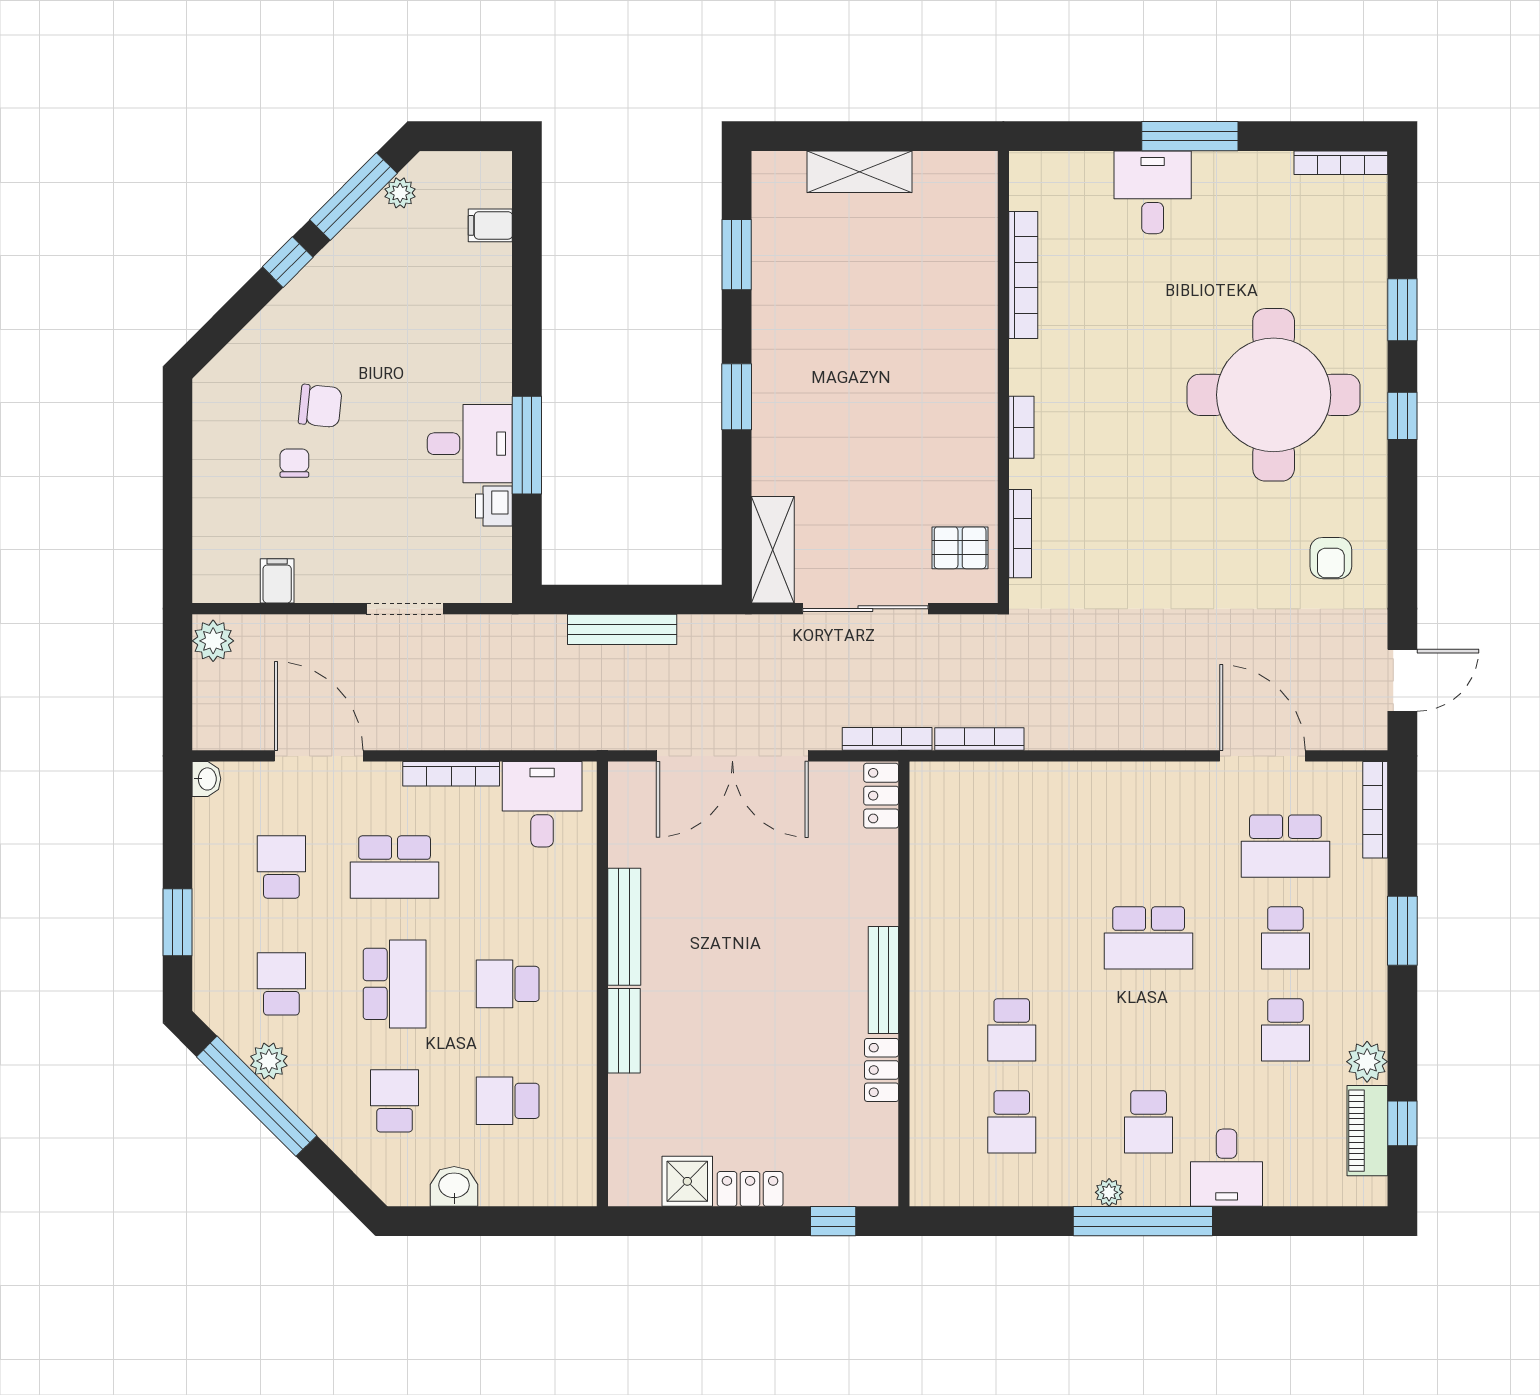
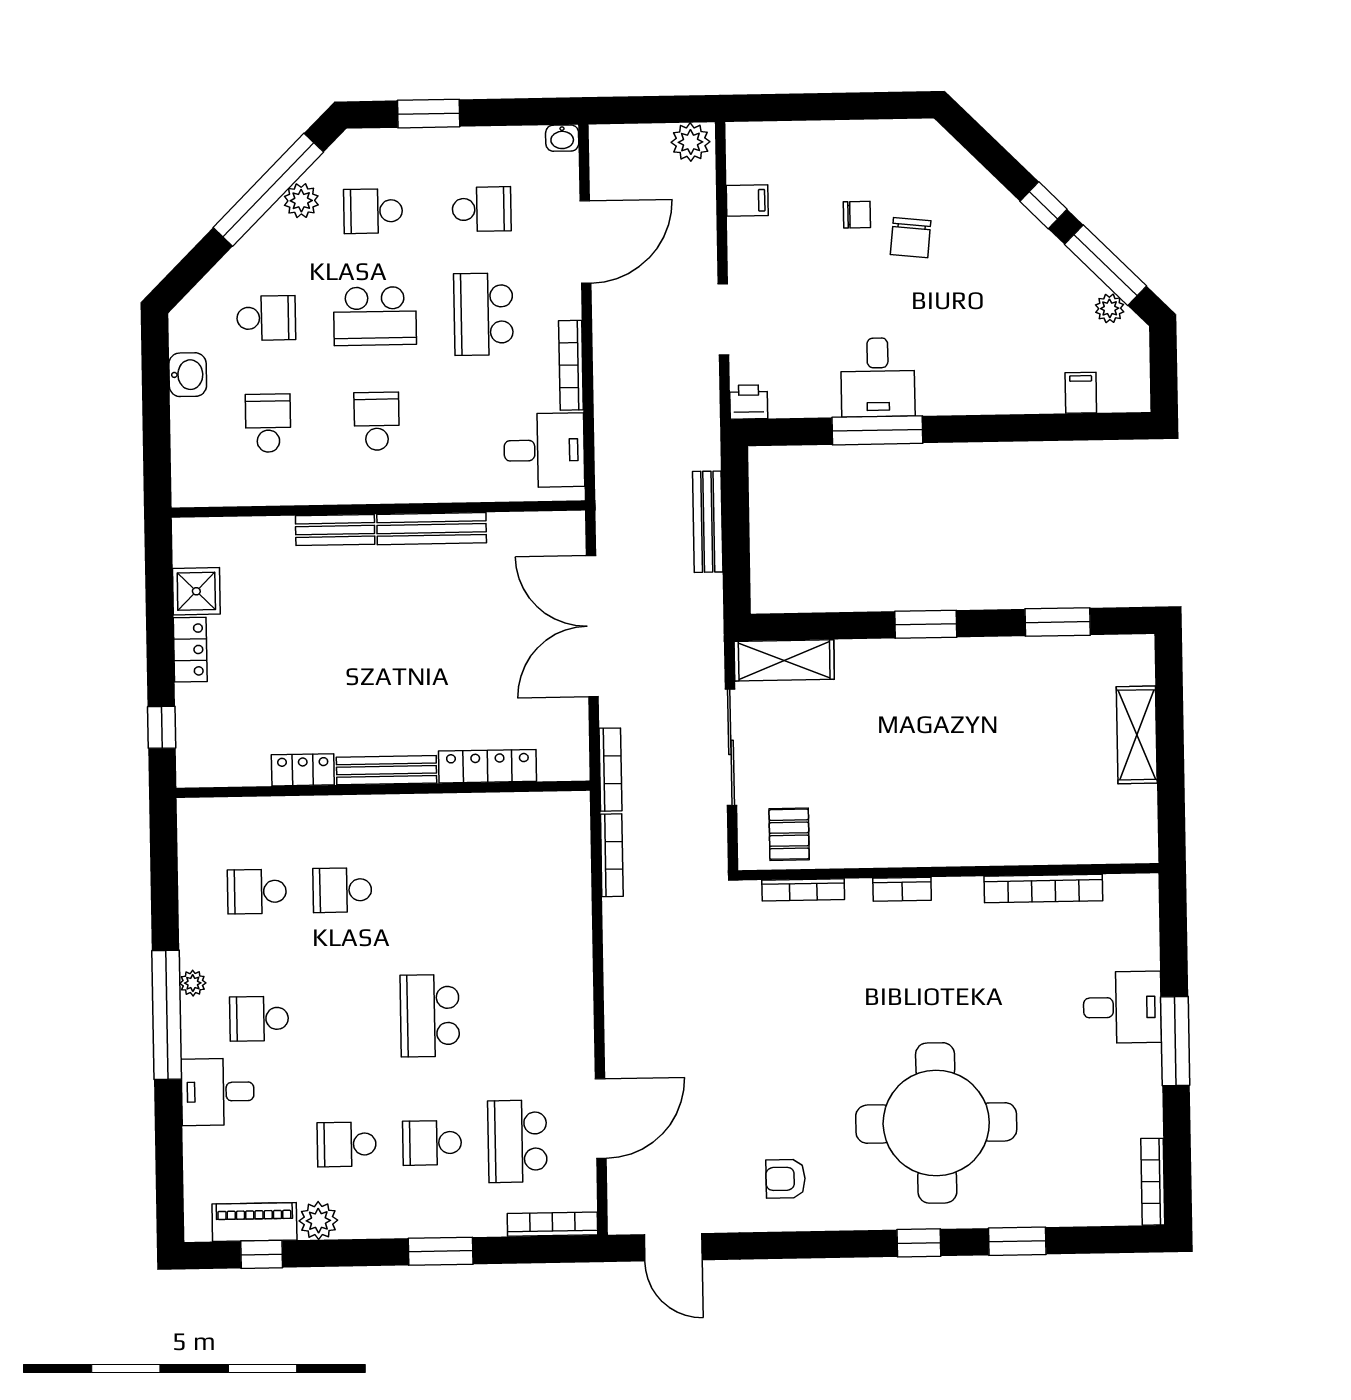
printer: (494, 506) -> (749, 402), moved
locker: (881, 796) -> (488, 766), moved, width x1.53
school desk: (281, 984) -> (373, 211), turned 180

